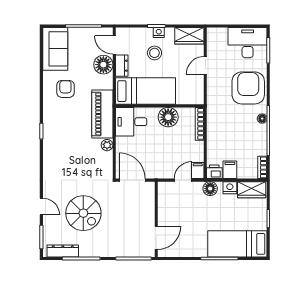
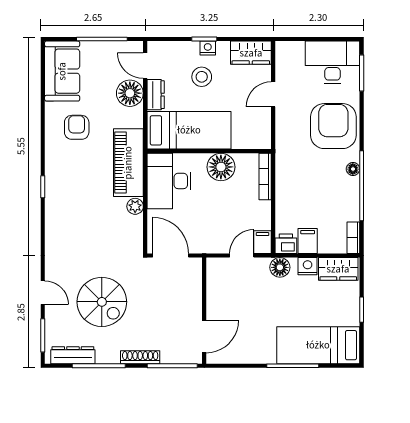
desk: (131, 122) -> (169, 181), width x1.37
shoe rack: (111, 252) -> (140, 357), added

